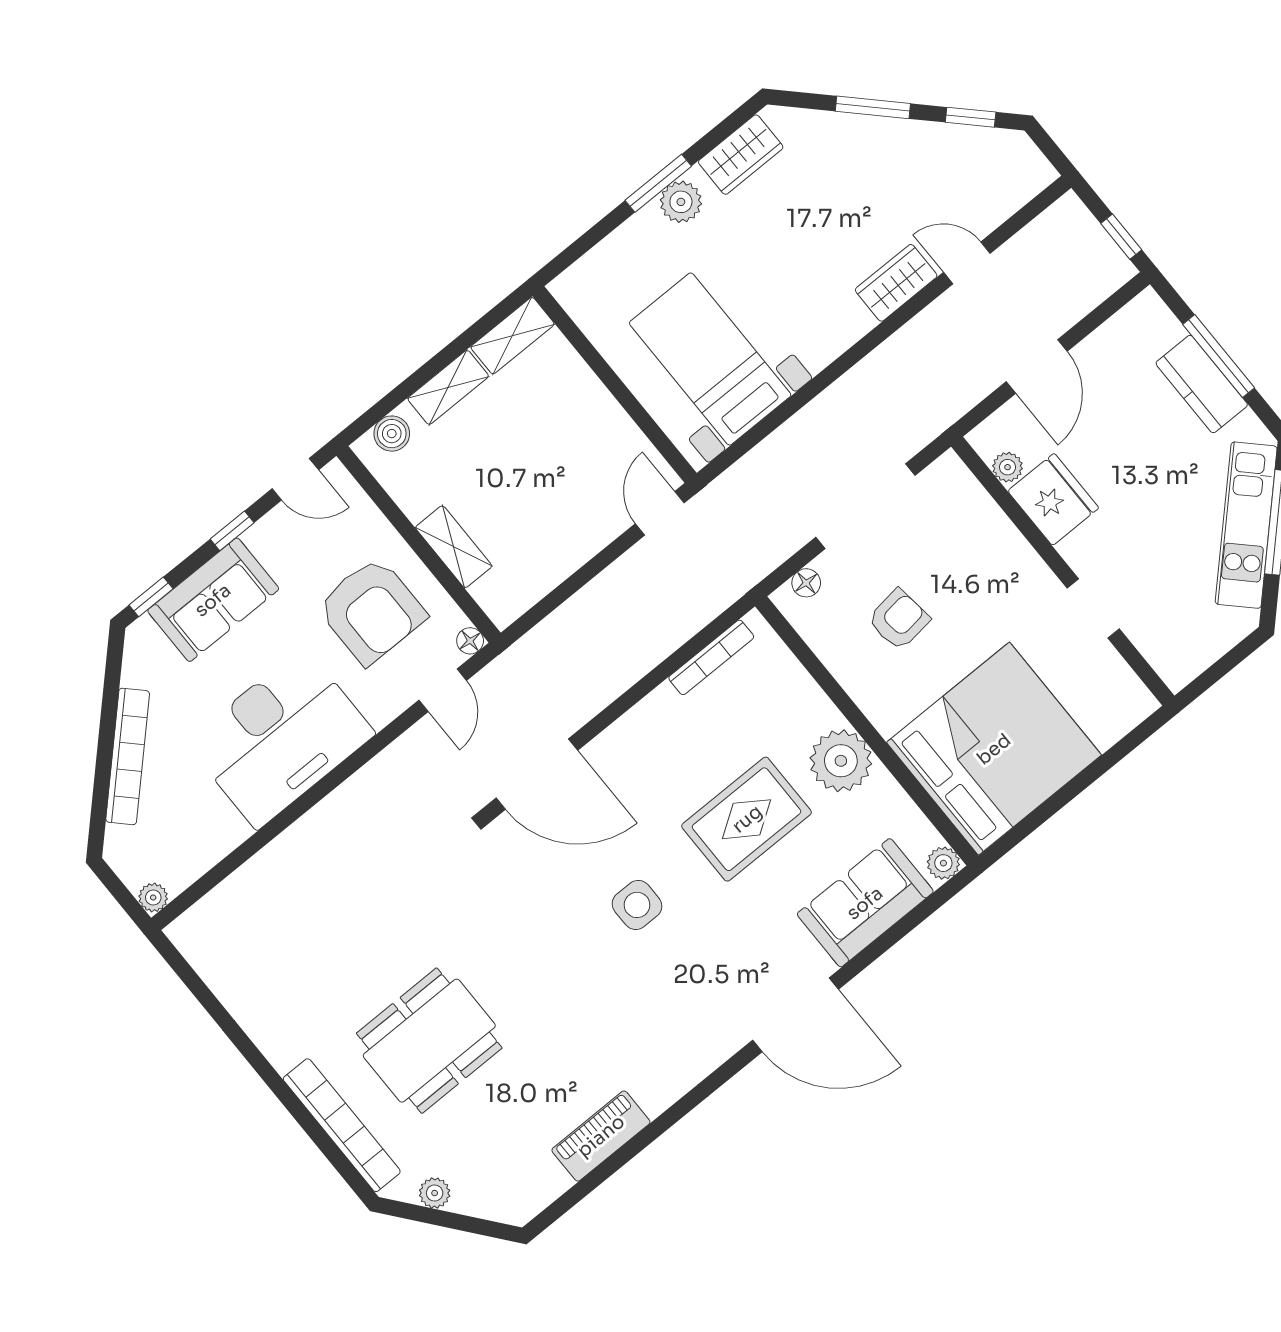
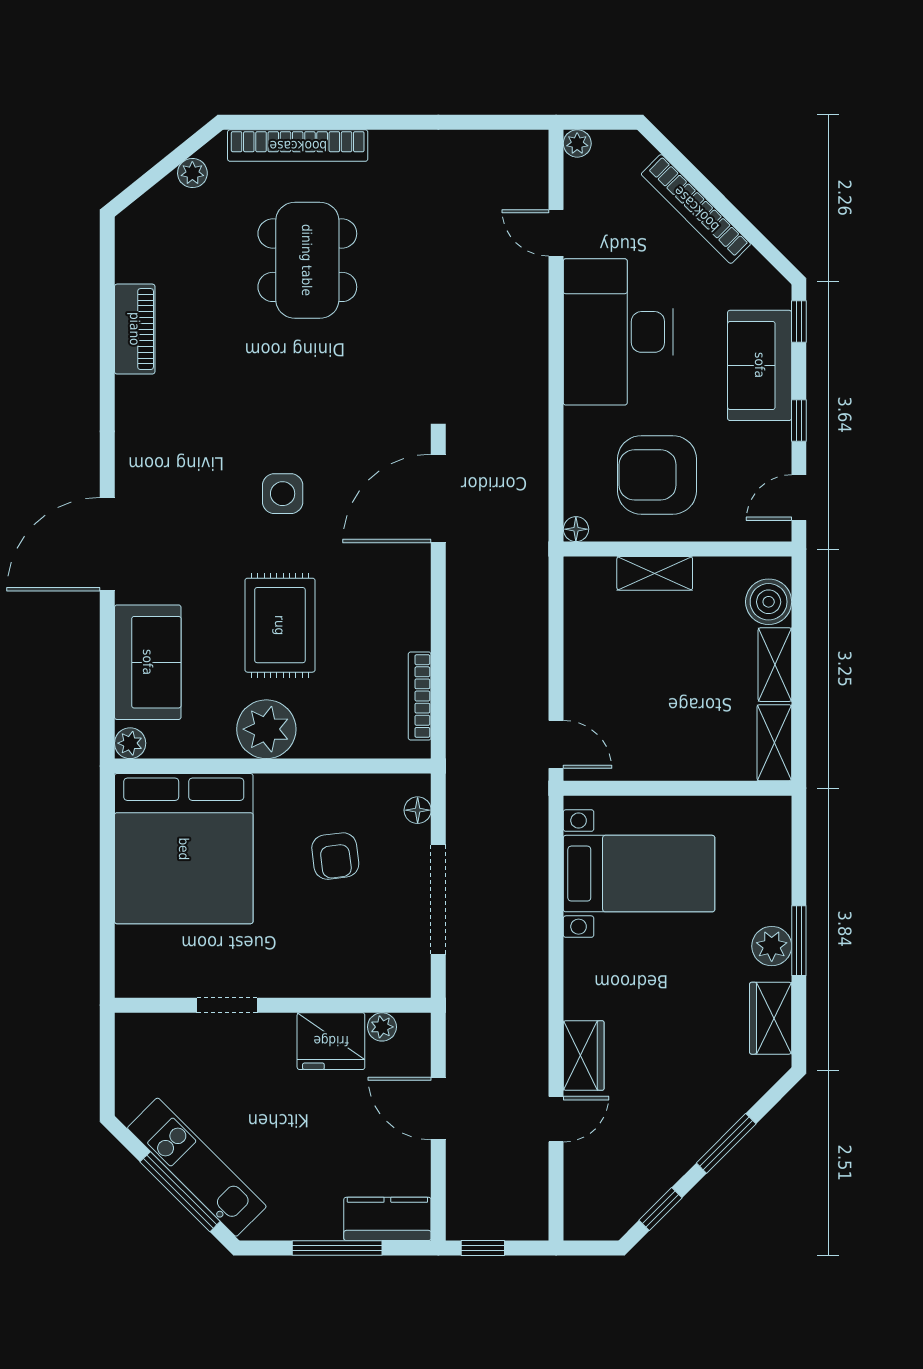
kitchen counter: (1202, 384) -> (387, 1219), moved
boiler: (392, 434) -> (769, 602), width x1.36, depth x1.36
door: (443, 690) -> (556, 233), moved

